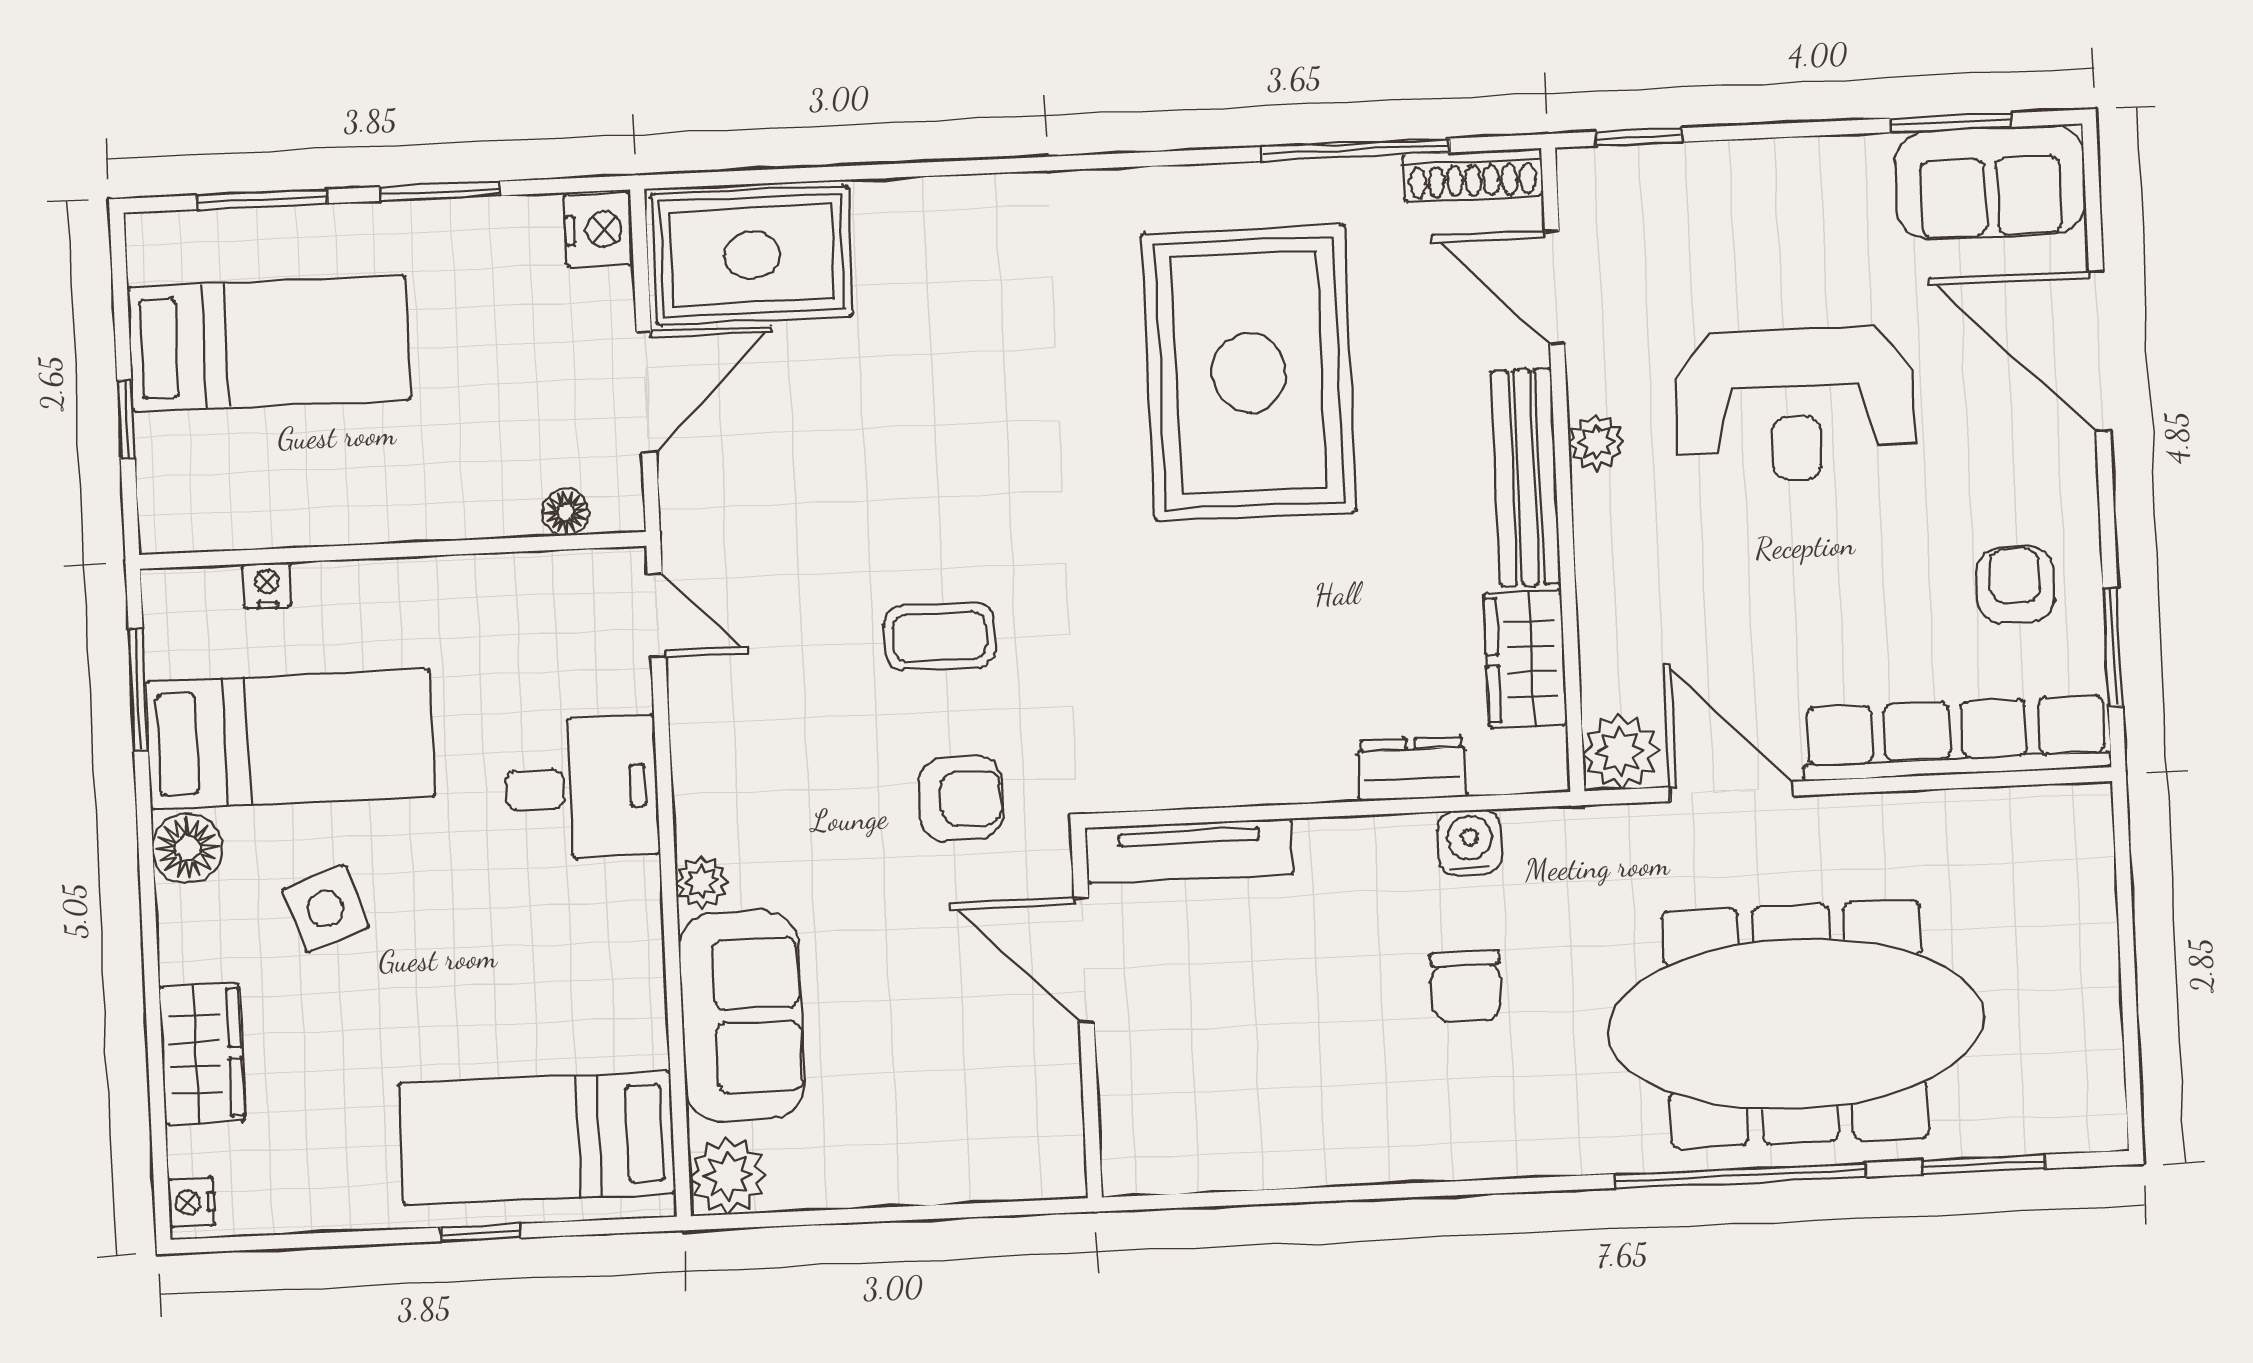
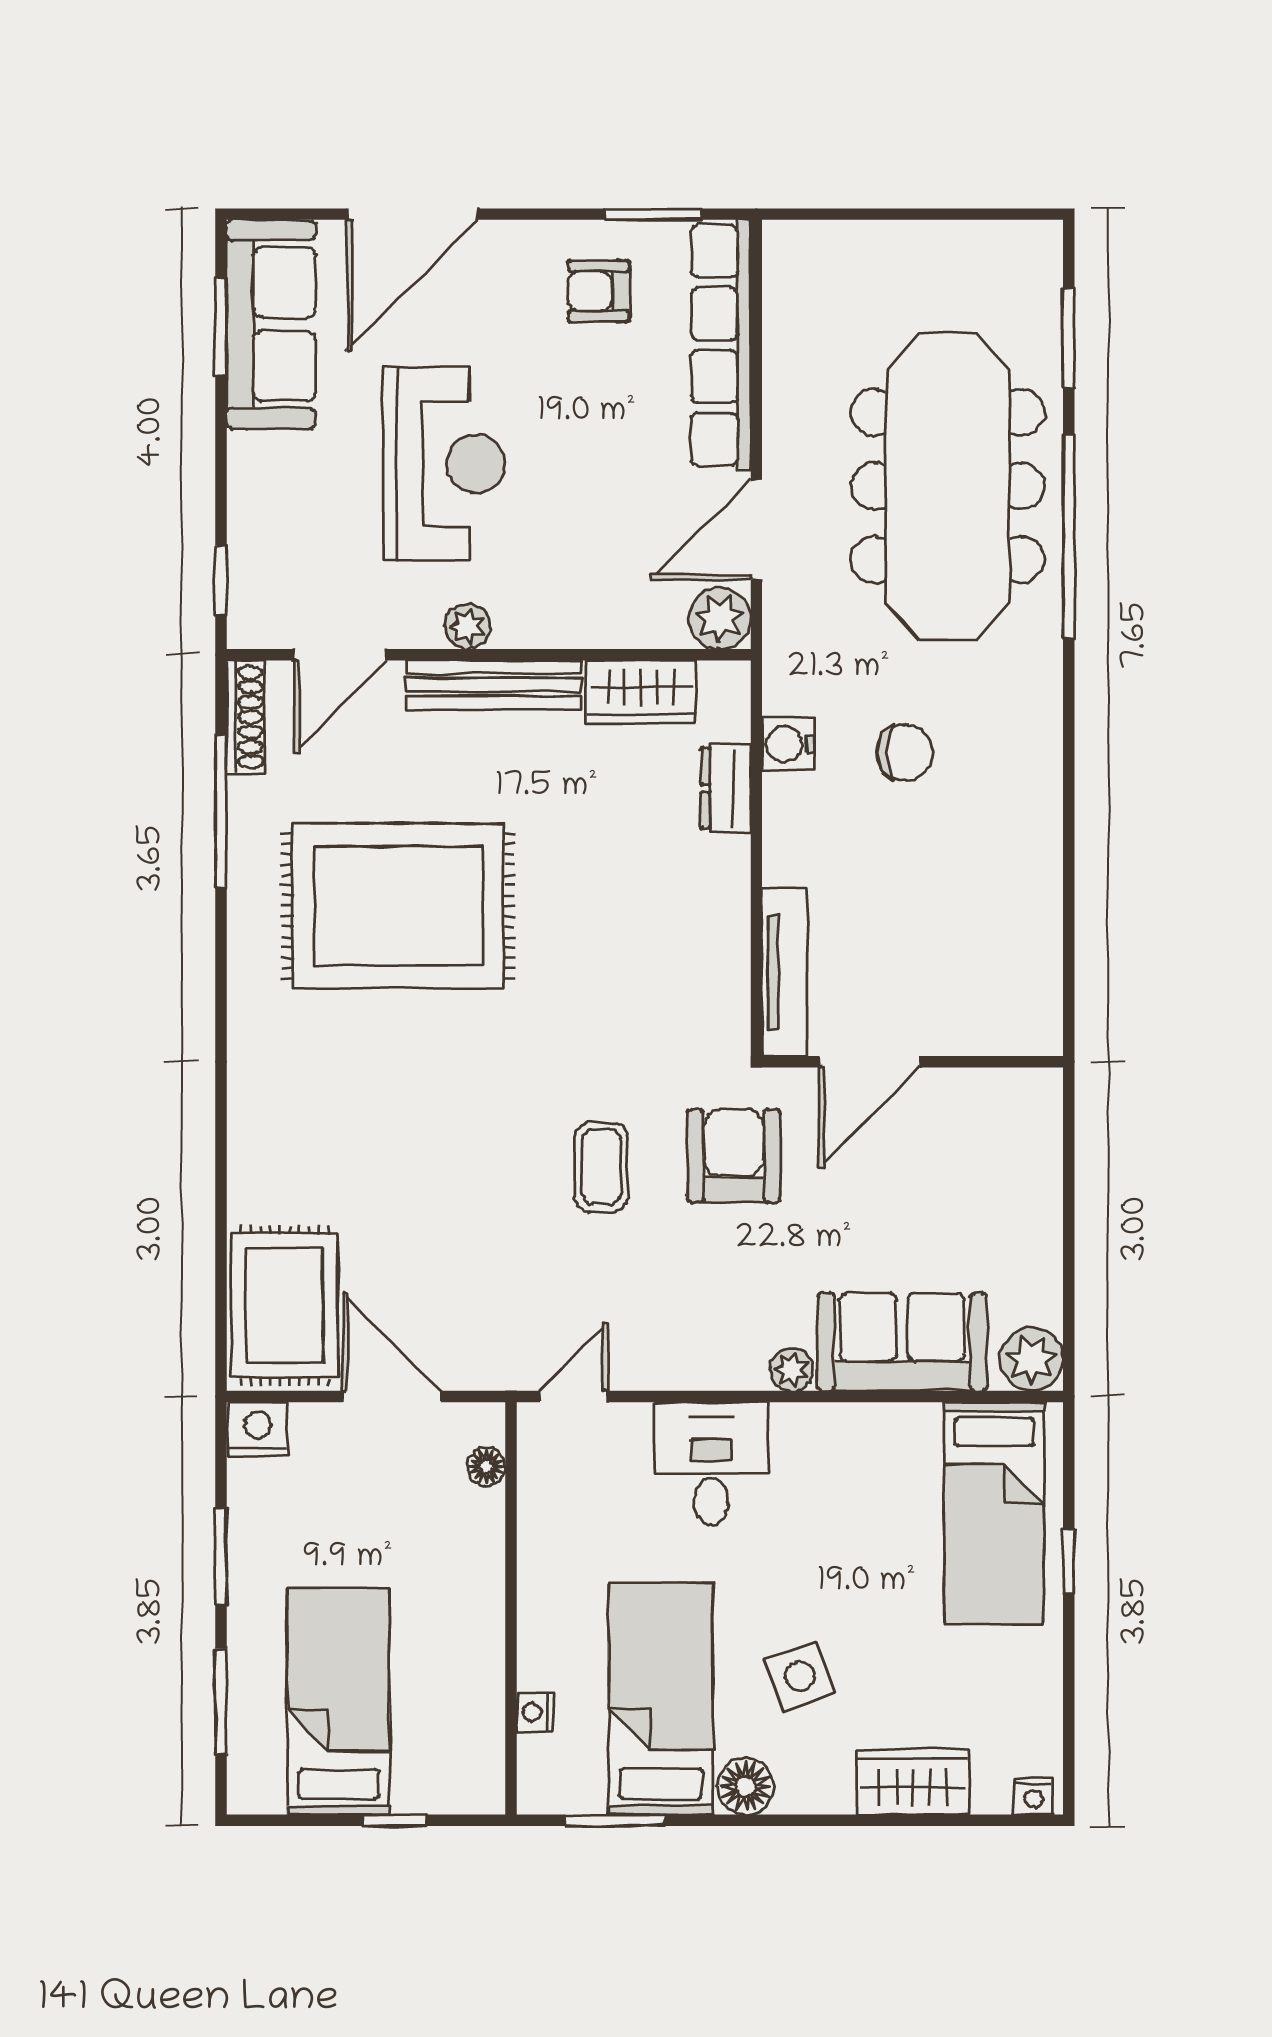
sofa: (1990, 182) -> (271, 324), width x1.36
armchair: (961, 799) -> (734, 1156), width x1.38, depth x1.38

